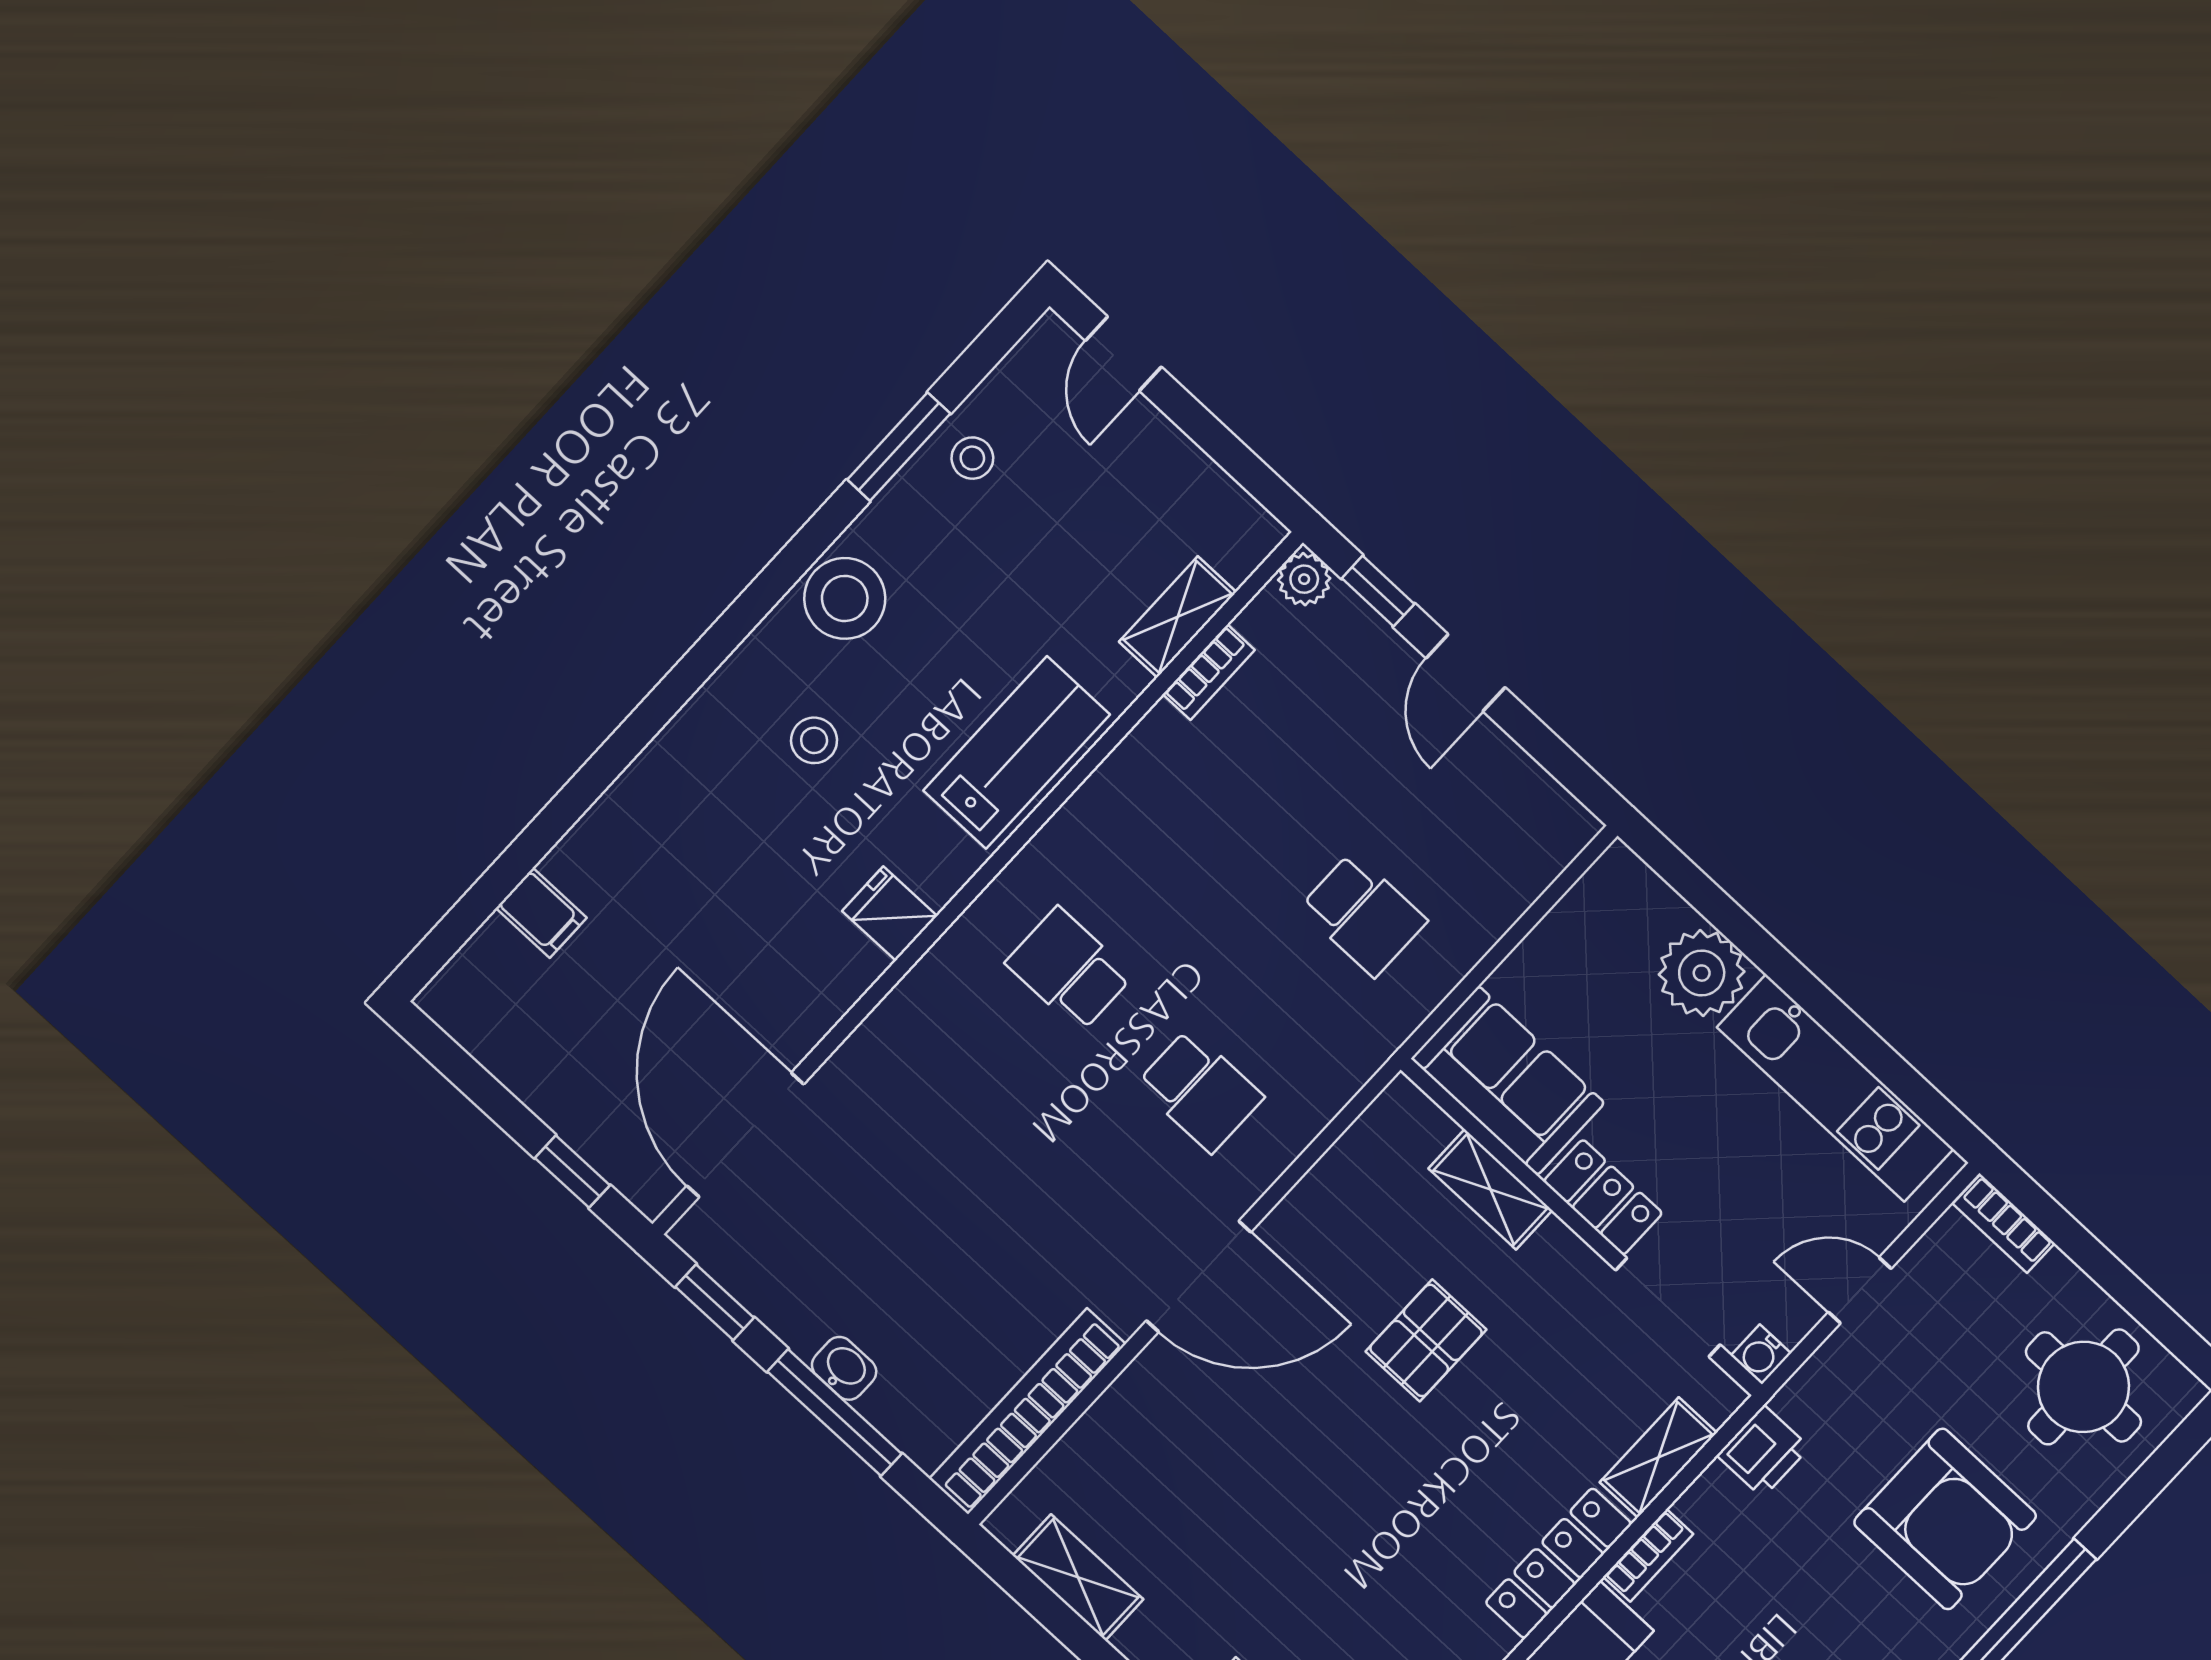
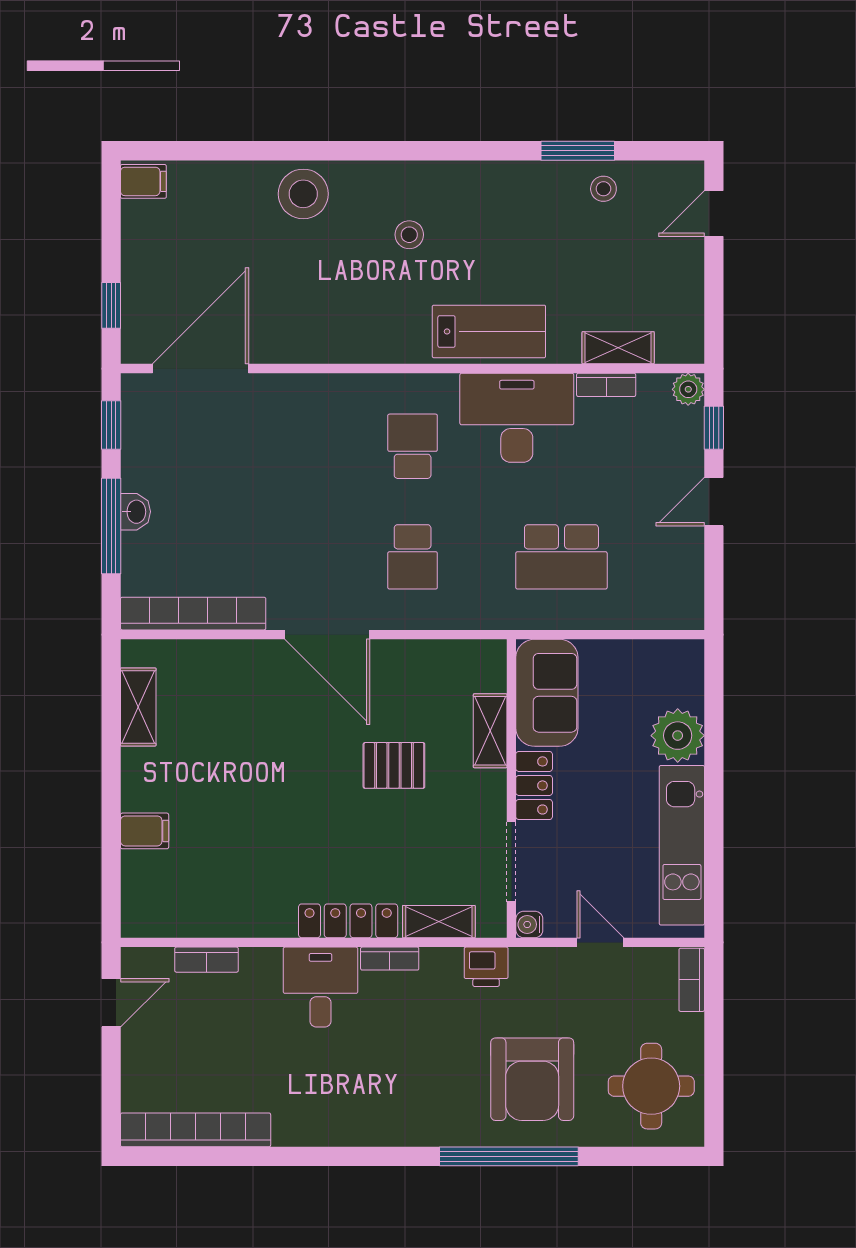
stool: (845, 598) -> (303, 194), moved
desk: (1150, 814) -> (517, 418), added
filing cabinet: (541, 913) -> (143, 181), moved, turned -90
fridge: (890, 914) -> (362, 341), removed
school desk: (1363, 914) -> (561, 557), width x1.85

